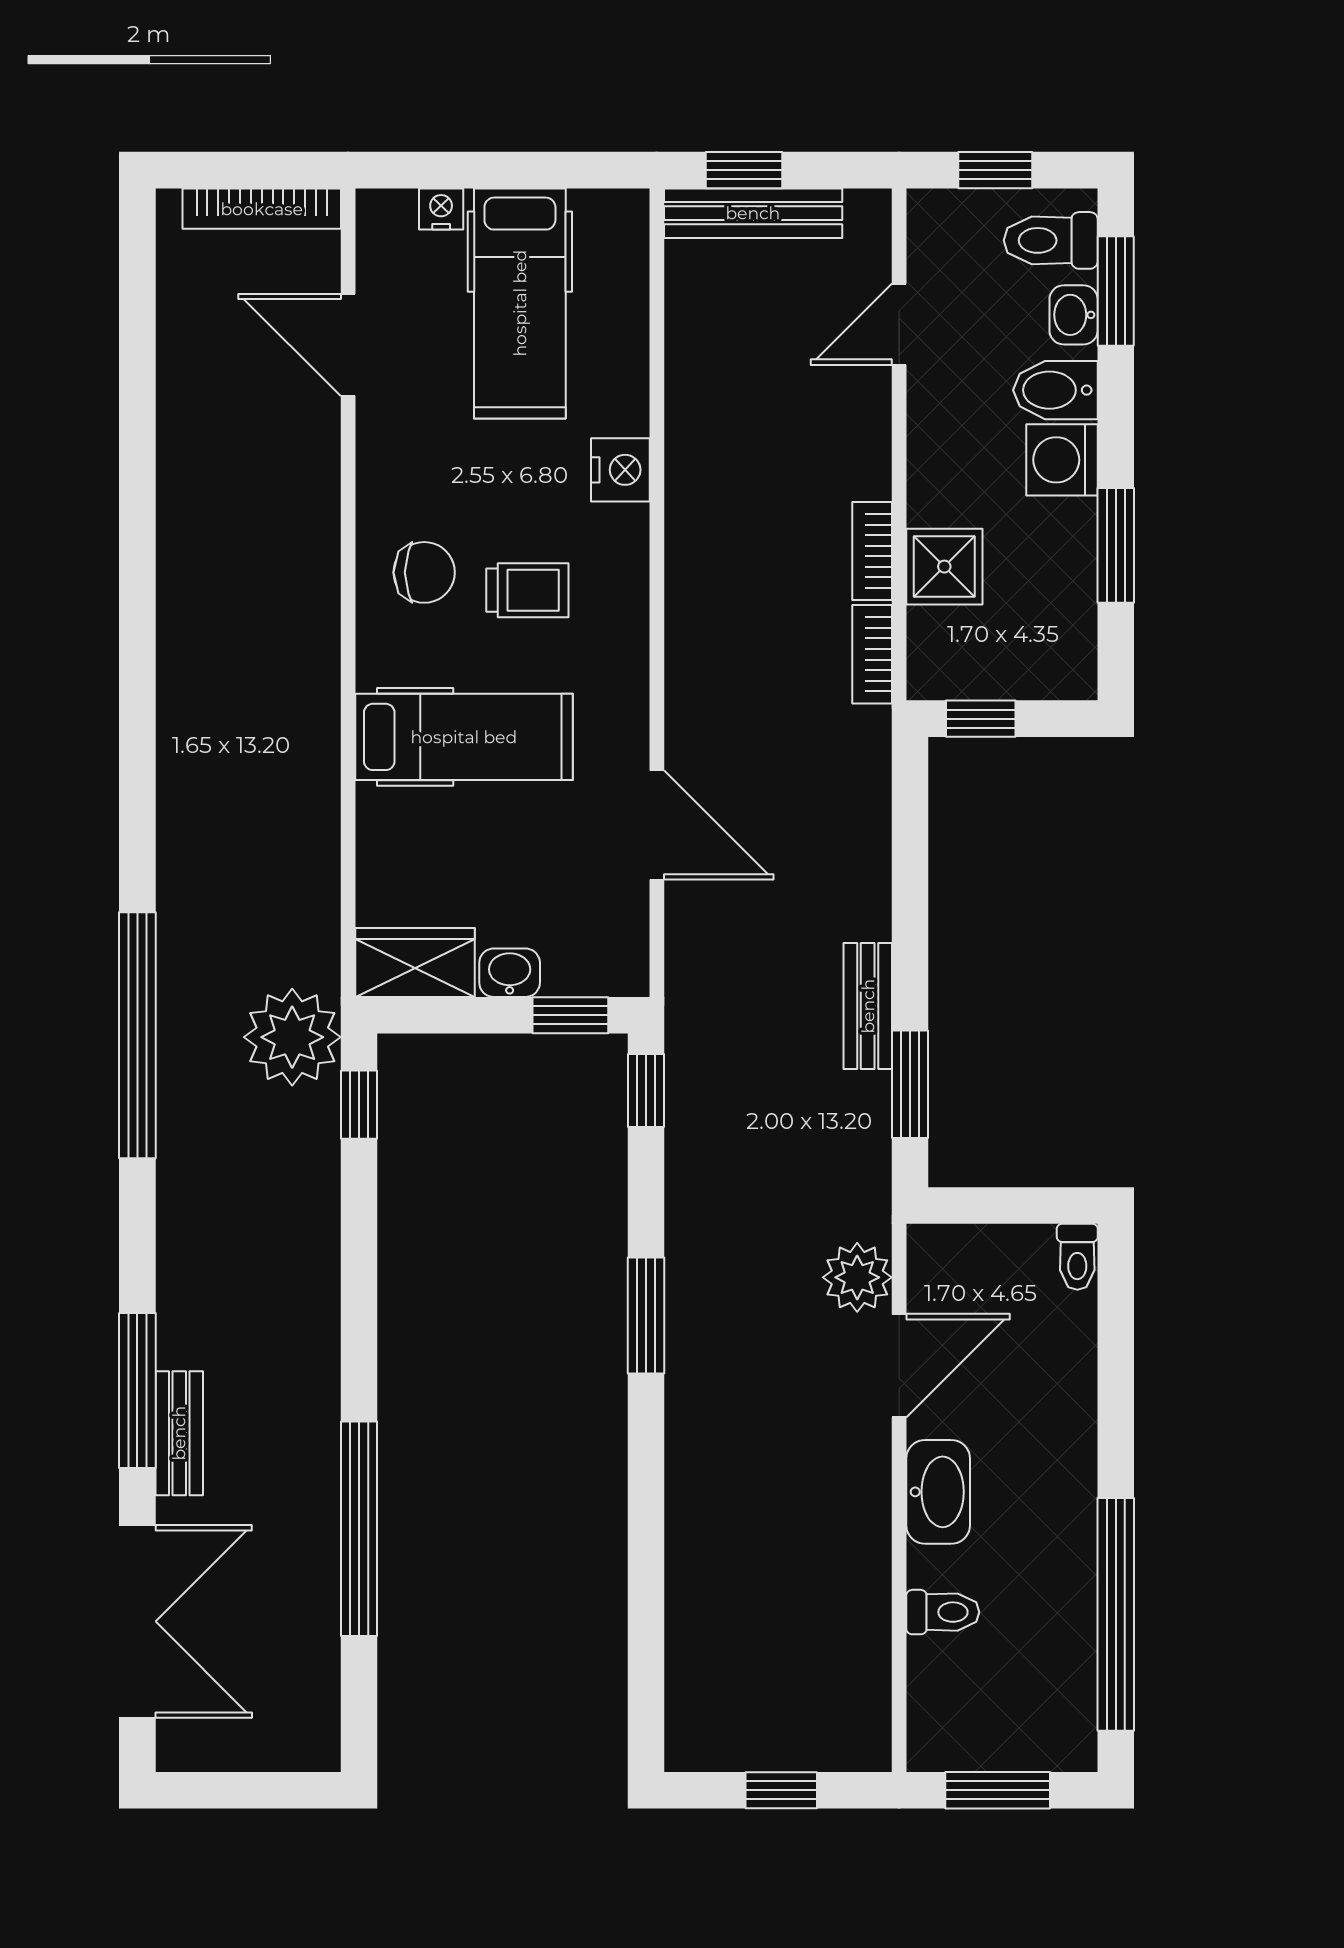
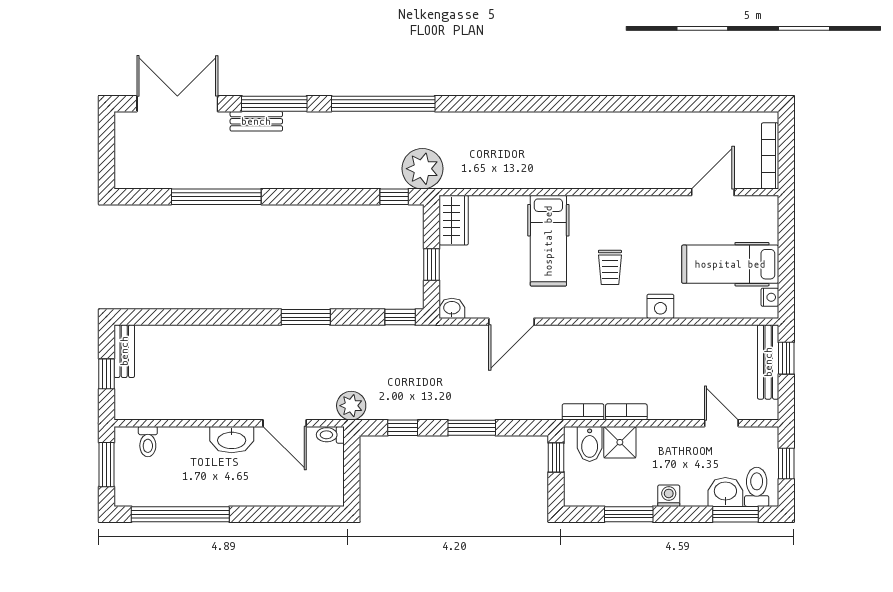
nightstand: (441, 209) -> (770, 297), moved
washbasin: (1074, 315) -> (725, 492), width x1.38, depth x1.45
bidet: (1055, 390) -> (590, 444), moved, turned 180
washing machine: (1062, 460) -> (669, 496), width x0.73, depth x0.73
chair: (424, 572) -> (617, 224), removed
window: (910, 920) -> (472, 428), added
washbasin: (510, 973) -> (452, 308), moved, turned -90
bench: (868, 1006) -> (124, 351), moved, turned 90
window: (570, 1015) -> (432, 265), moved
window: (137, 1035) -> (383, 104), moved
window: (910, 1084) -> (403, 428), width x0.67
toilet: (1077, 1257) -> (330, 435), moved
plant: (857, 1277) -> (351, 406), moved
toilet: (943, 1612) -> (148, 442), moved
double door: (137, 1621) -> (177, 104), swing flipped

